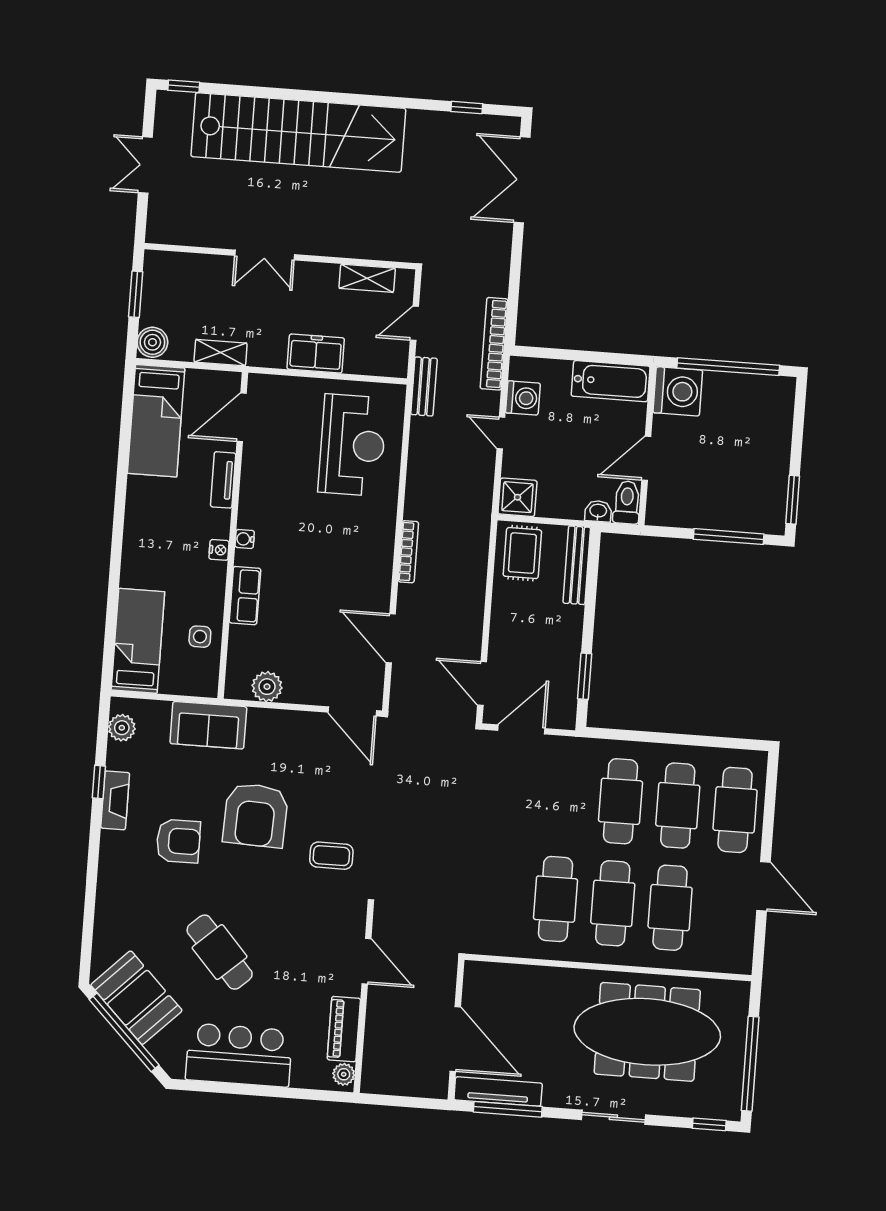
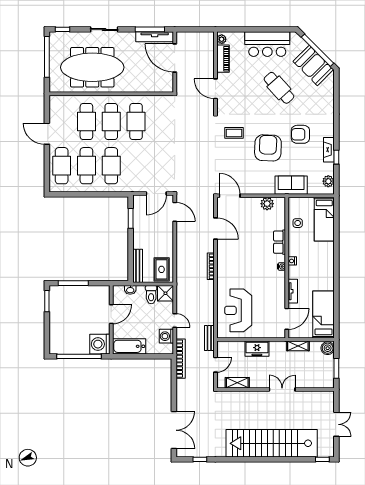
toilet: (627, 502) -> (151, 295), moved

